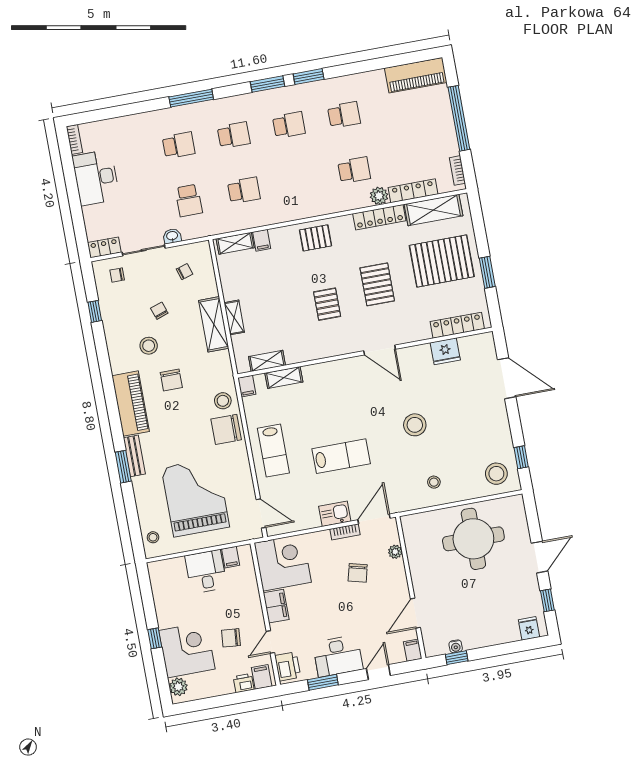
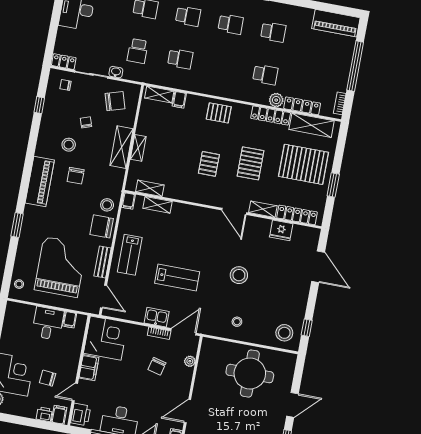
chair: (184, 272) -> (115, 101), width x1.87, depth x1.87
shelving: (413, 334) -> (263, 209), added
bench: (134, 456) -> (103, 262), moved

